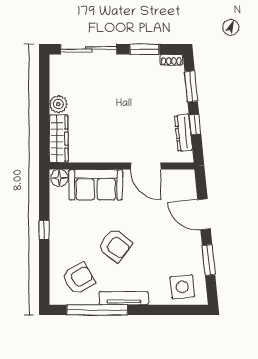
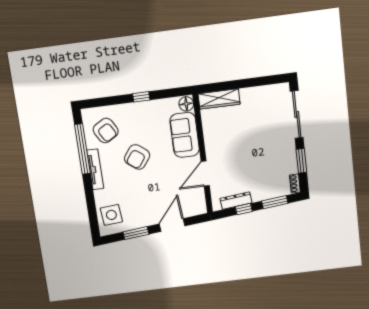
plant: (58, 104) -> (248, 95), removed

